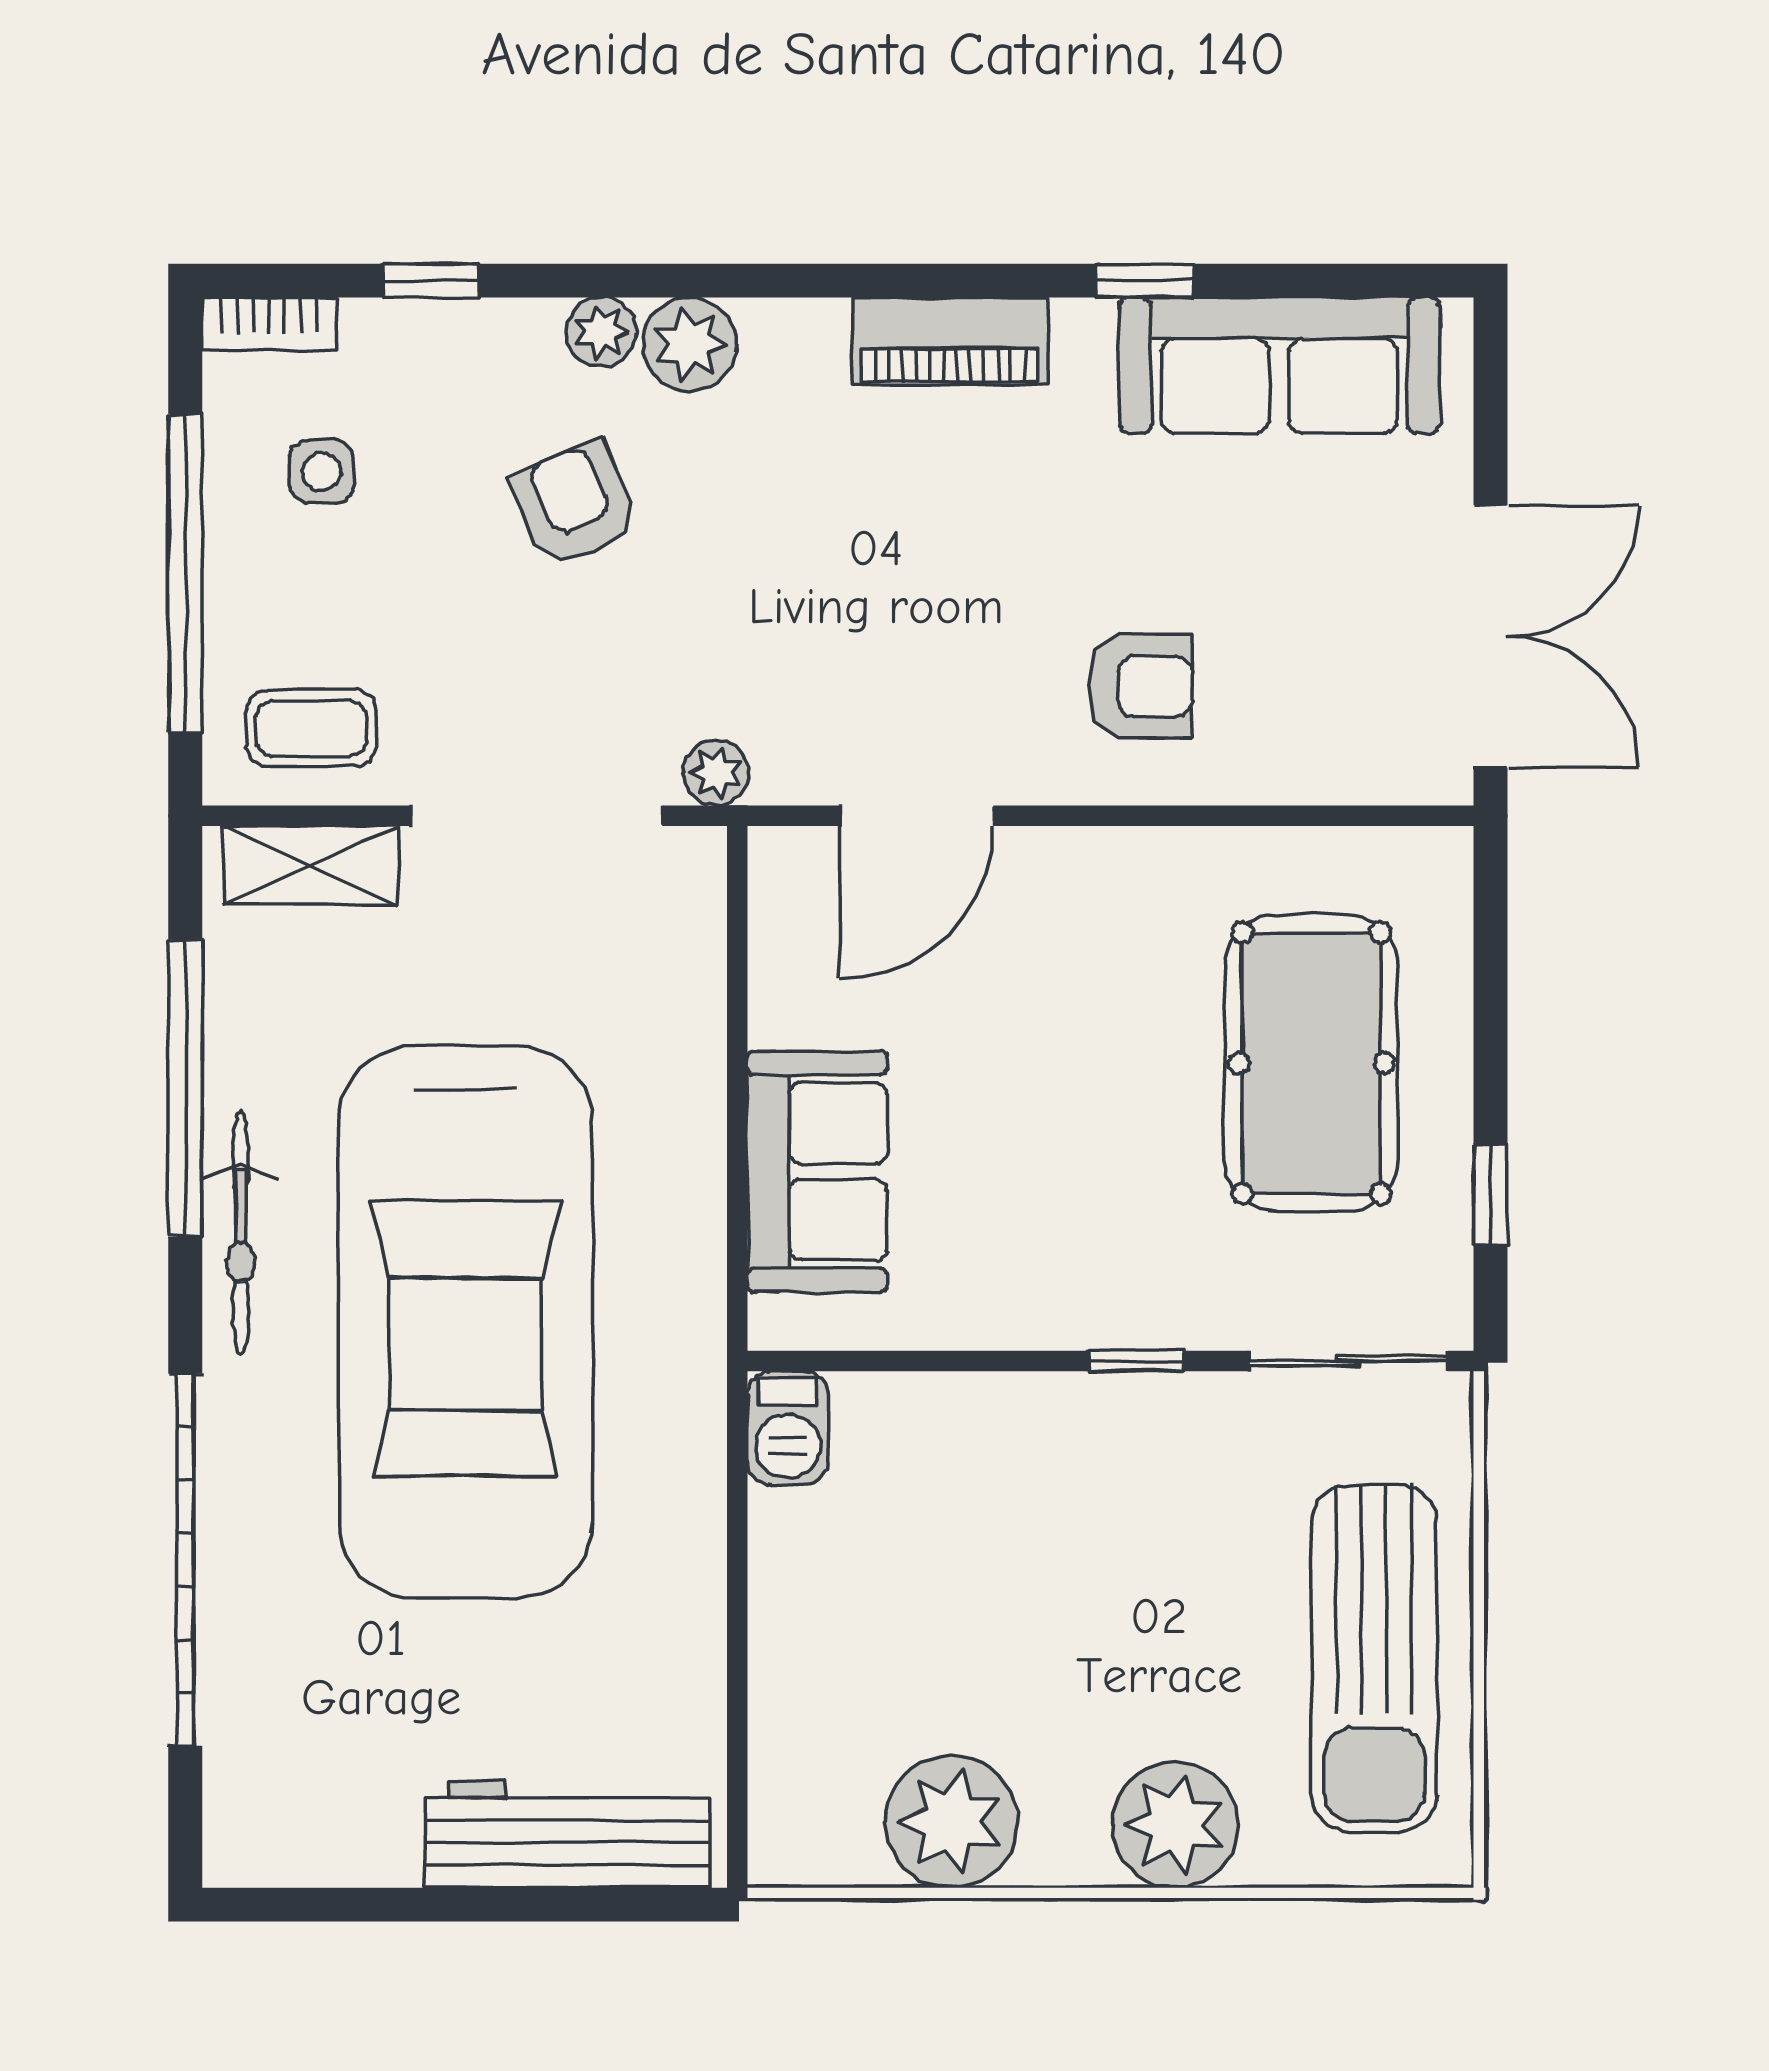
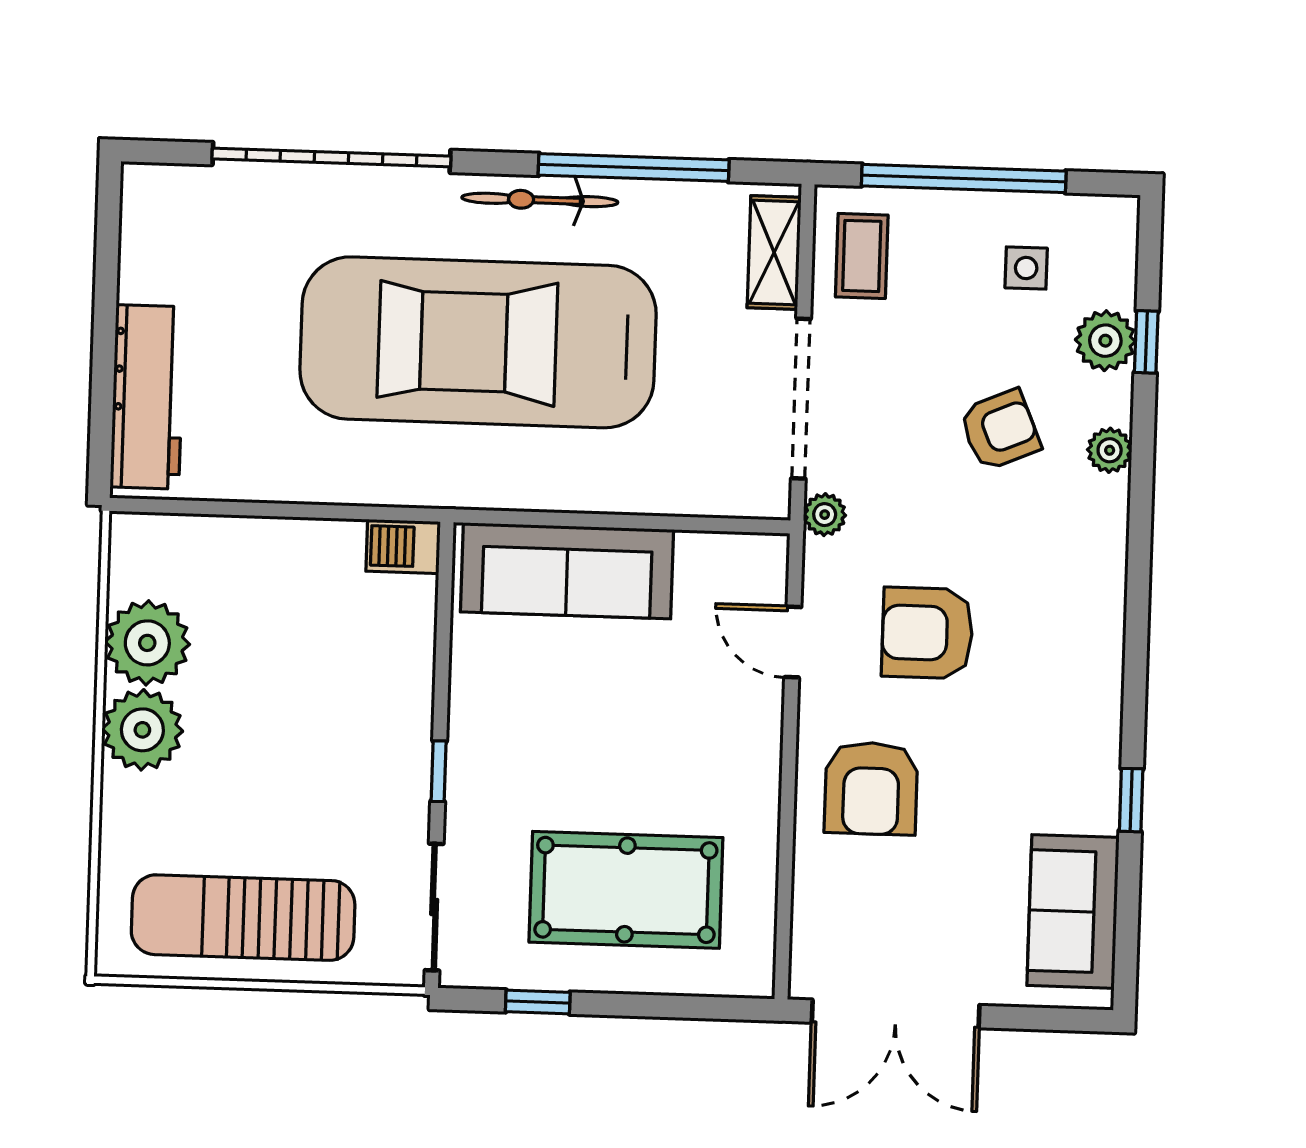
bookcase: (269, 324) -> (1122, 237), removed
piano: (950, 341) -> (1096, 674), removed
plant: (690, 344) -> (1105, 341), moved
sofa: (1279, 365) -> (1073, 911), width x0.73
armchair: (895, 607) -> (927, 633), added
armchair: (1141, 686) -> (871, 788), width x1.38, depth x1.38
door: (916, 816) -> (793, 642), width x0.73
sofa: (817, 1171) -> (567, 571), width x1.36
plant: (1175, 1825) -> (142, 730), moved

